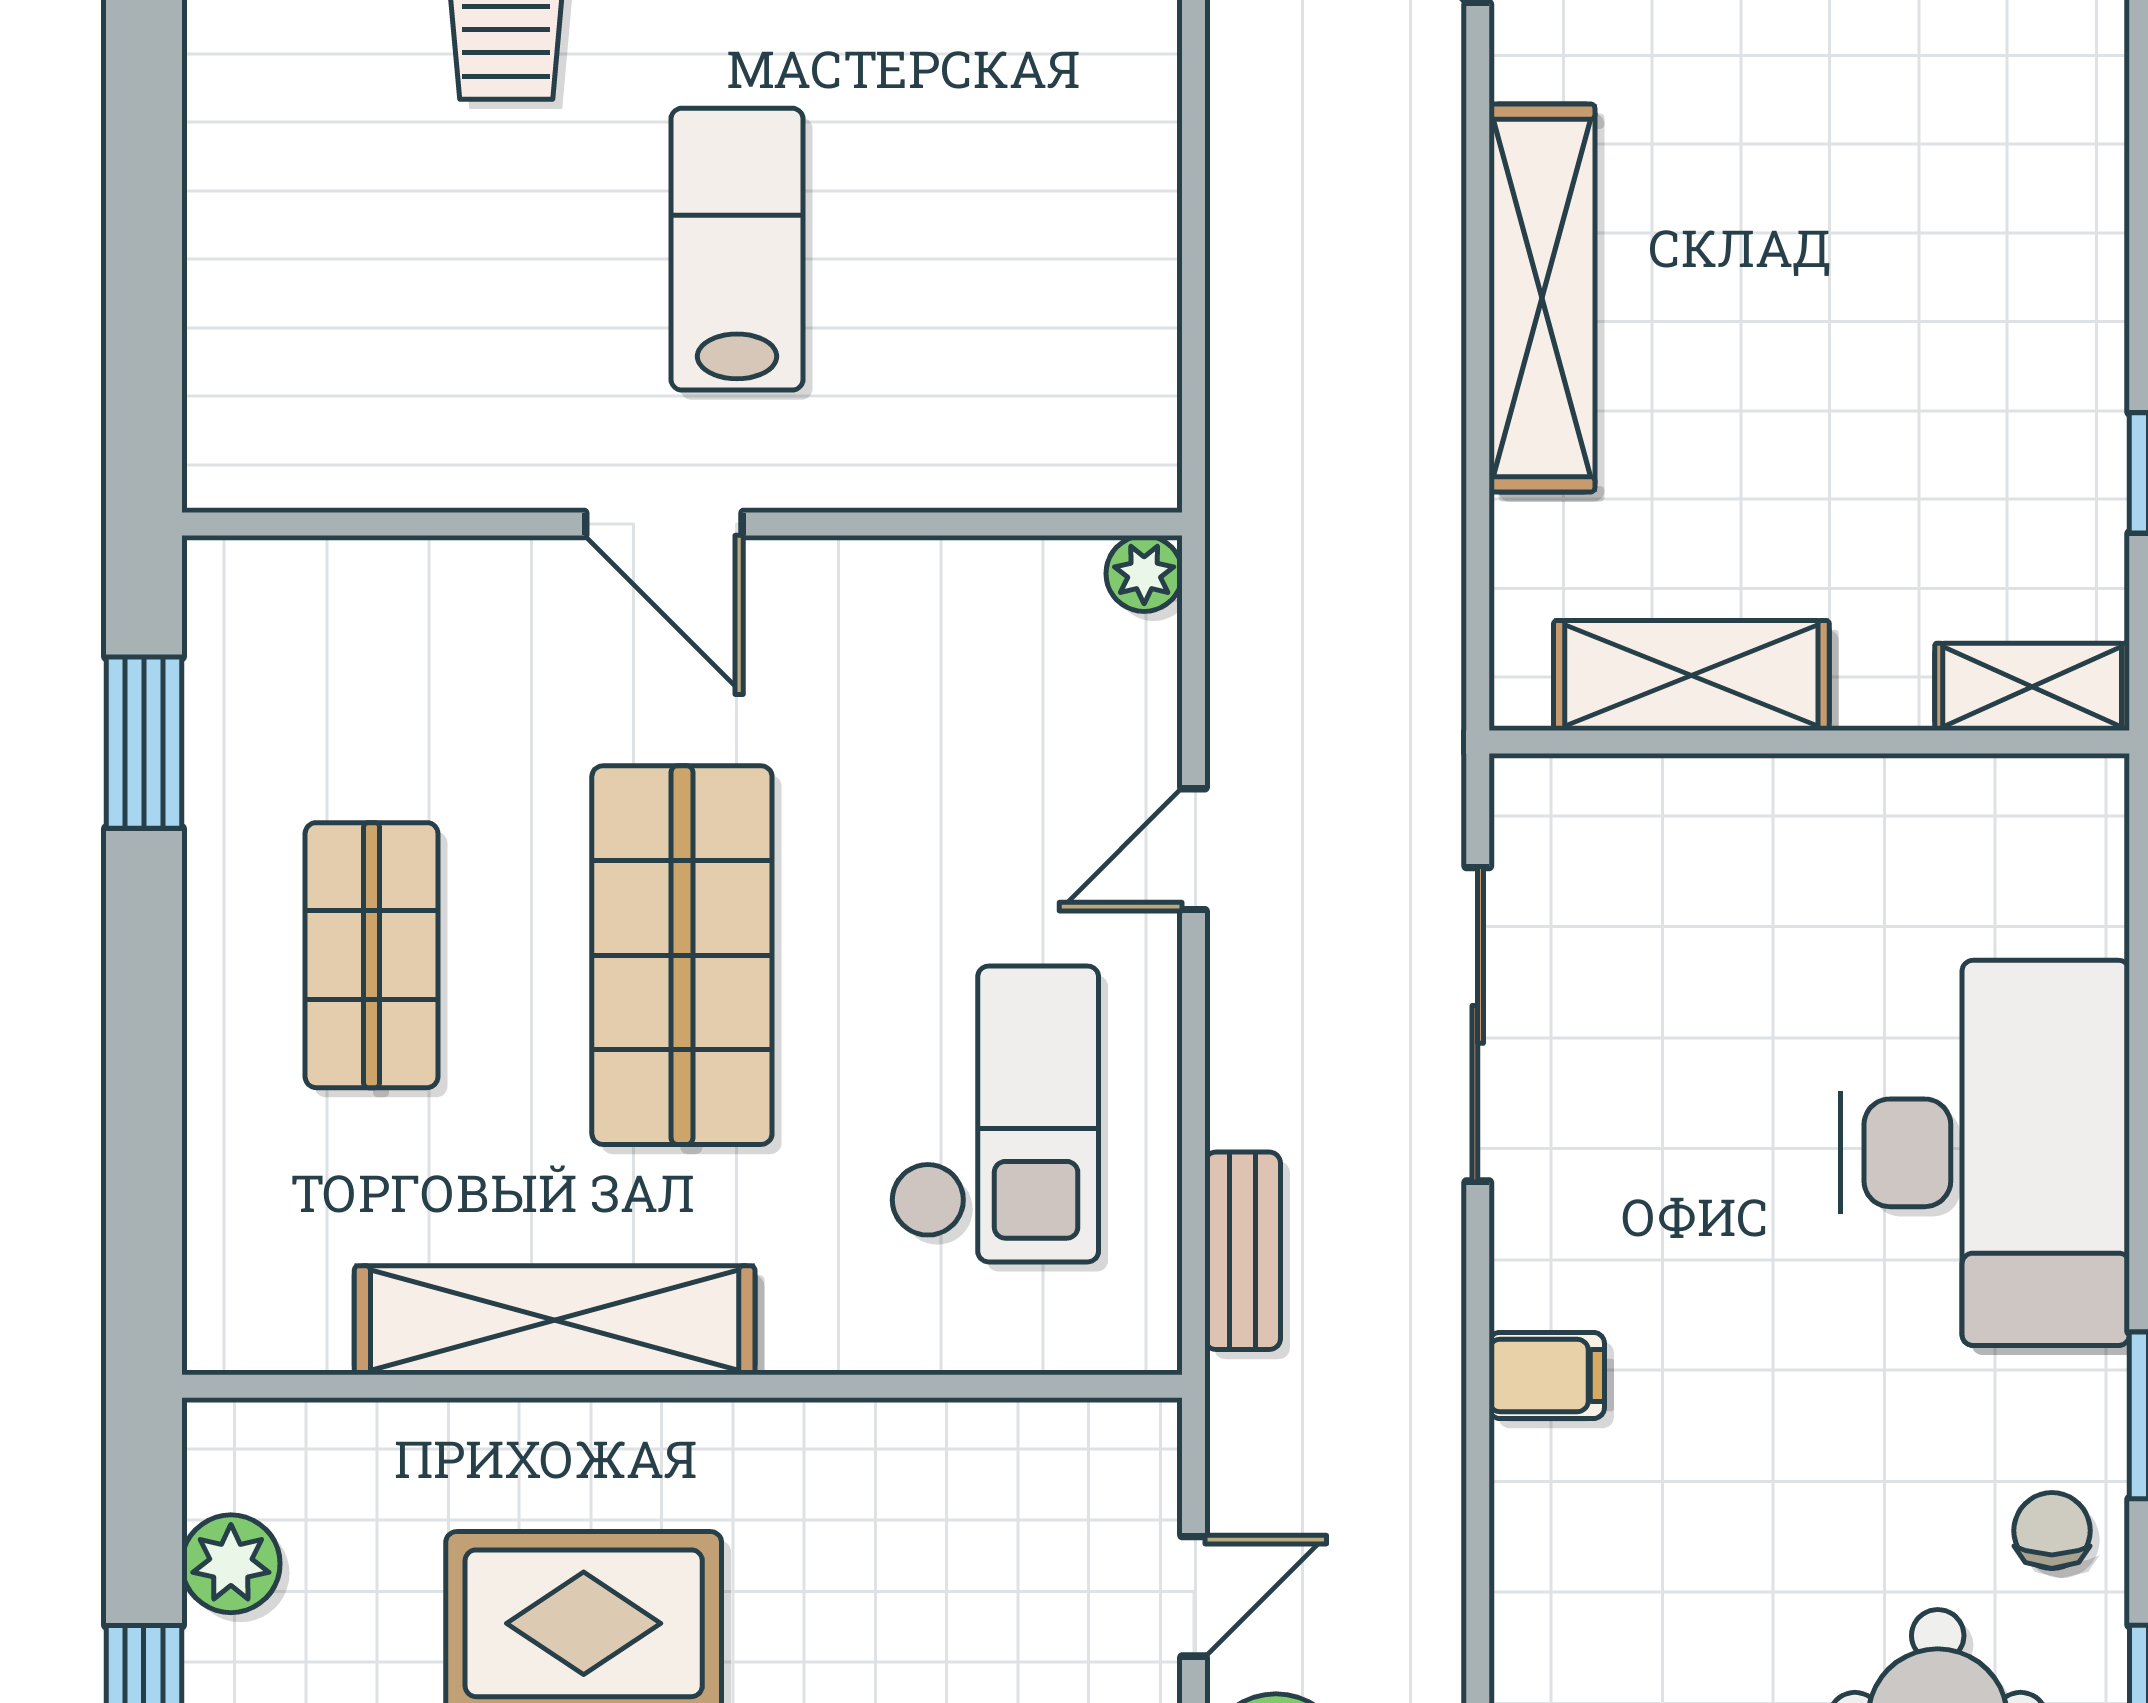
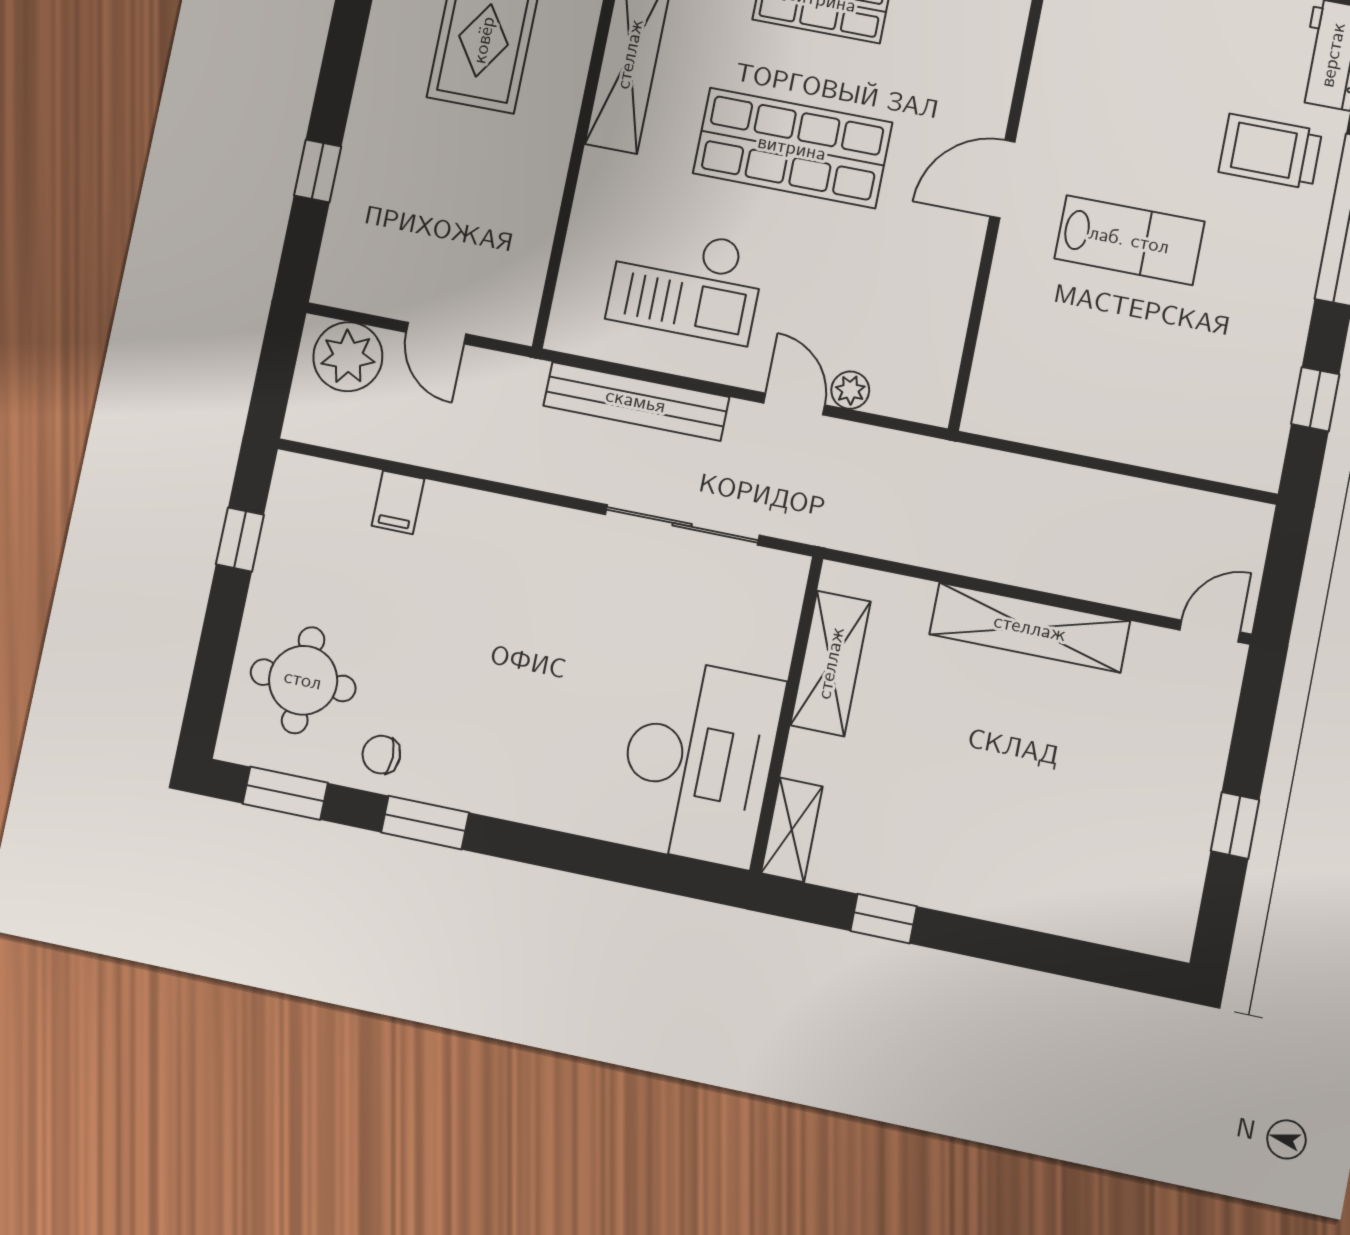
plant: (1144, 574) -> (850, 390), moved
desk: (1985, 1153) -> (698, 762), moved, turned -90
bench: (1243, 1251) -> (636, 401), width x1.86, depth x1.21
filing cabinet: (1547, 1375) -> (398, 502), moved
chair: (2052, 1531) -> (381, 755), turned 180

